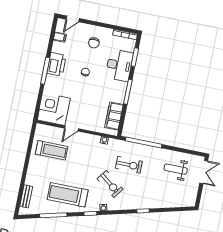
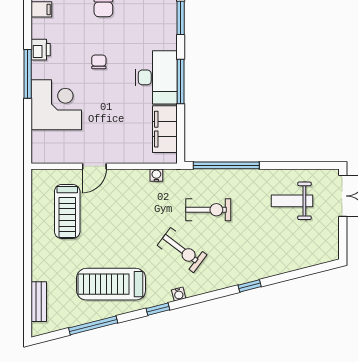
printer: (56, 64) -> (41, 50), width x0.53, depth x0.68
desk: (119, 65) -> (156, 77), moved
corner desk: (54, 109) -> (56, 105), moved, turned 90
treadmill: (52, 150) -> (67, 212), turned 90

